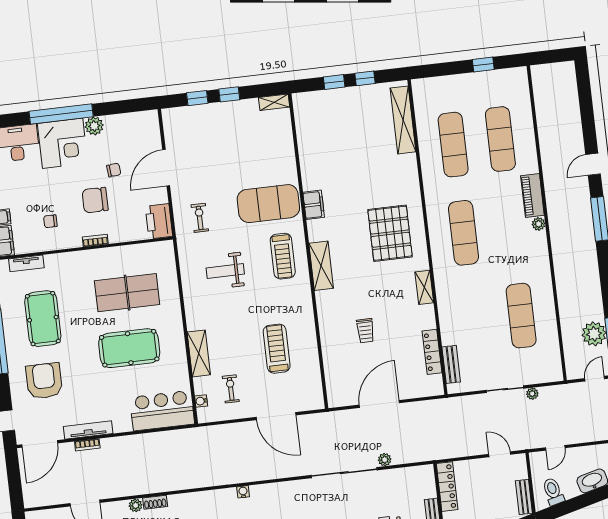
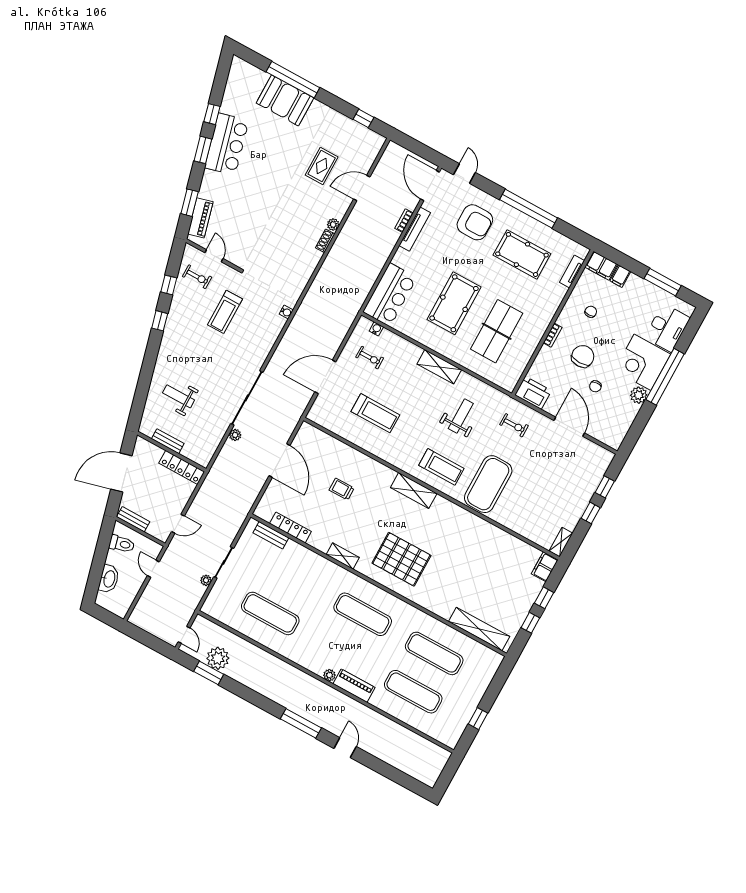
filing cabinet: (314, 205) -> (545, 567), moved, turned 90
treadmill: (283, 256) -> (441, 467), turned 180
shelving: (199, 353) -> (439, 367), moved

